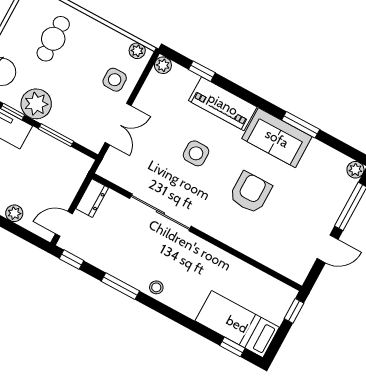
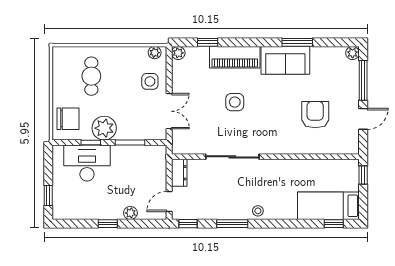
armchair: (250, 192) -> (315, 115), moved

